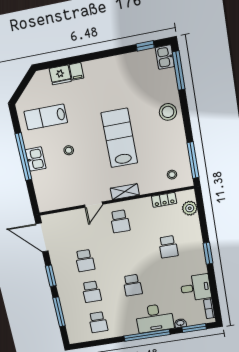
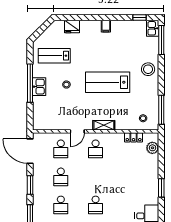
filing cabinet: (76, 71) -> (106, 26), moved
lab bench: (119, 138) -> (108, 82), turned -90
school desk: (168, 247) -> (61, 149), moved

